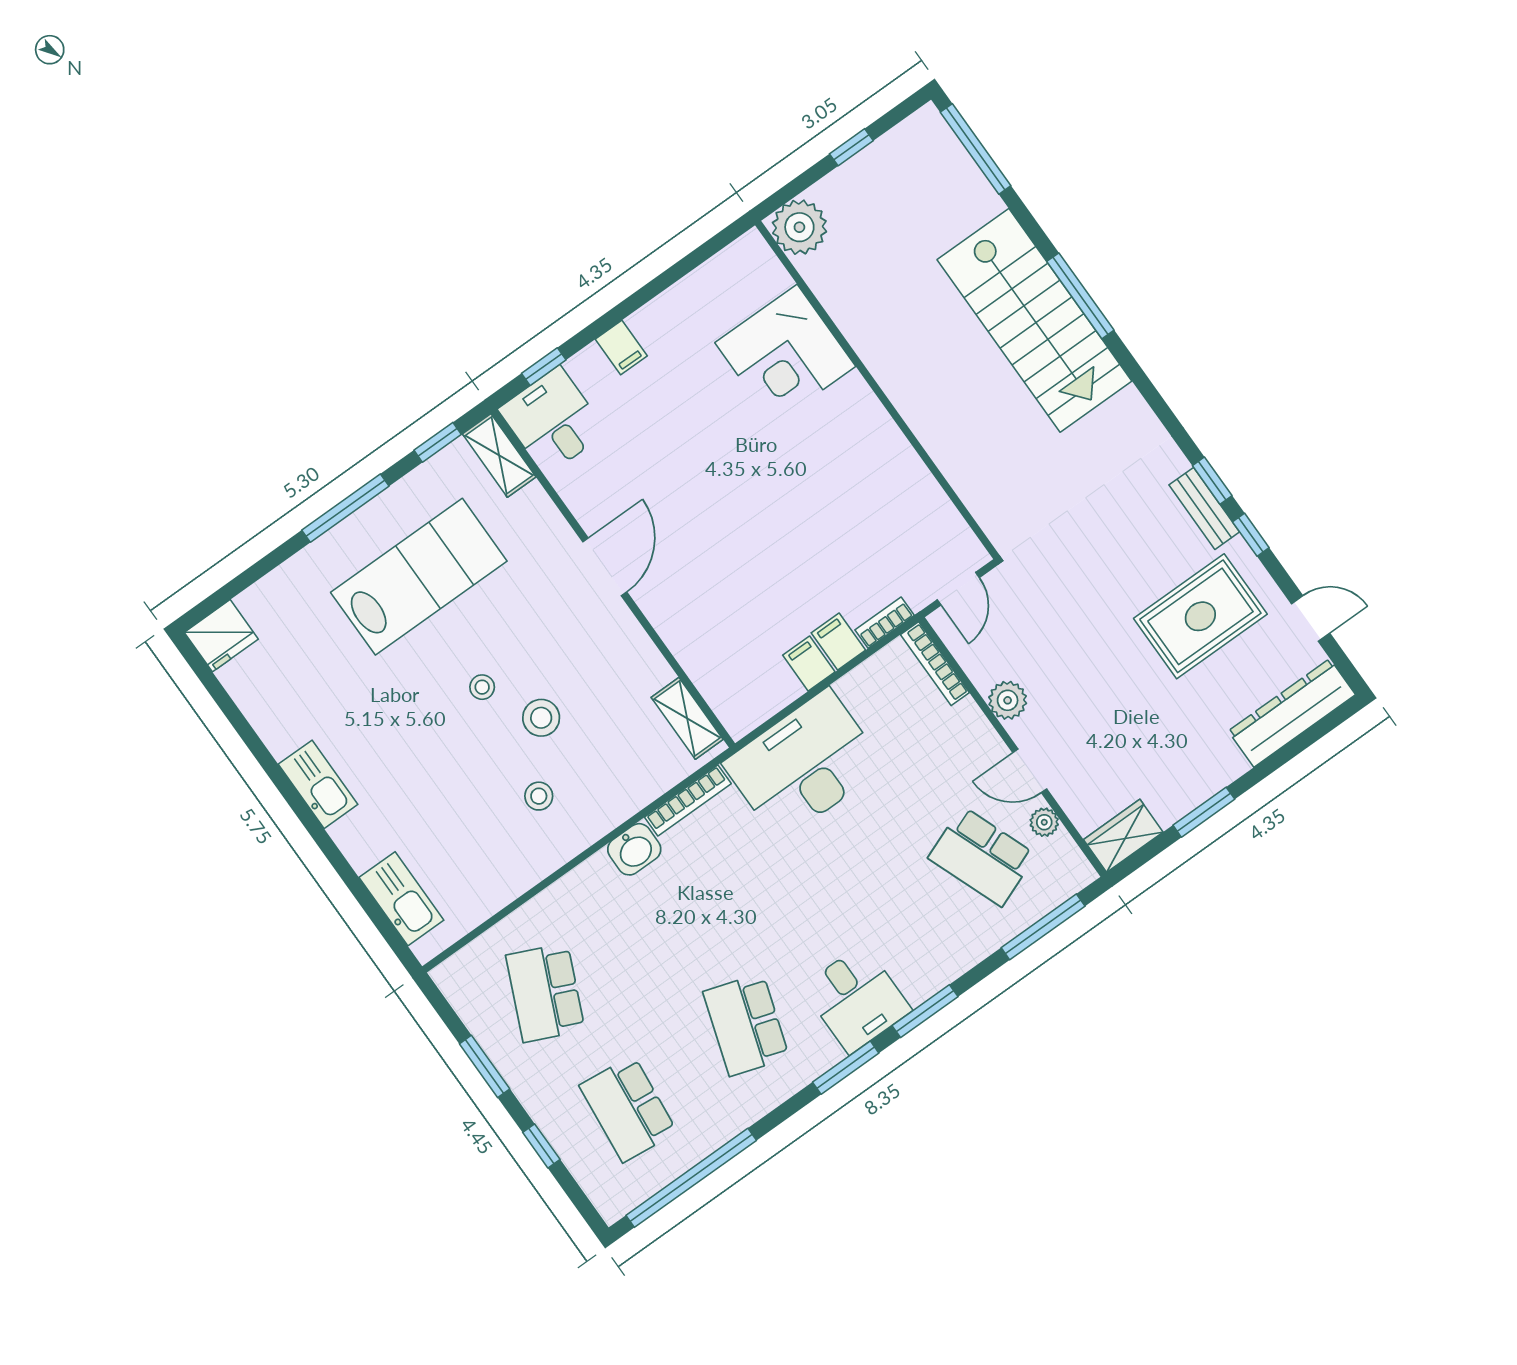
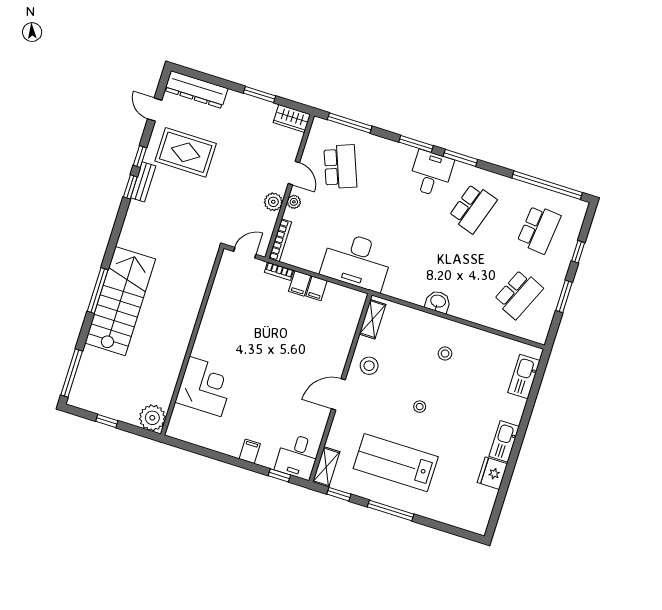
fridge: (221, 636) -> (492, 473), moved, turned -90
stool: (541, 718) -> (369, 366), moved
bookcase: (688, 800) -> (404, 295), removed
plant: (1044, 822) -> (294, 202), moved

